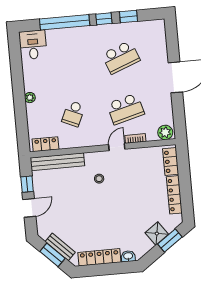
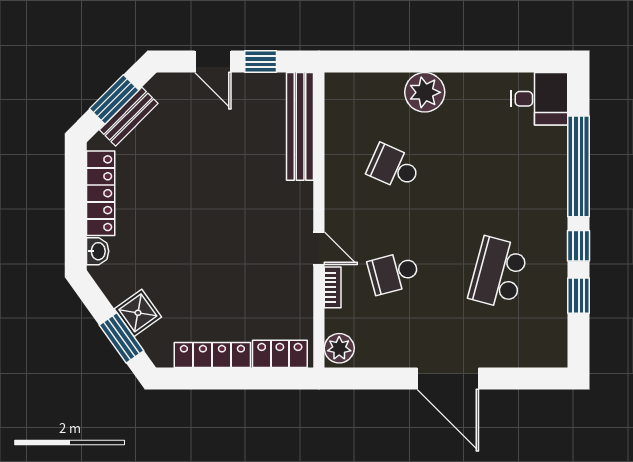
school desk: (121, 57) -> (498, 273), turned 36
plant: (30, 98) -> (425, 92), width x1.87, depth x1.87
school desk: (126, 109) -> (394, 273), width x0.54
locker: (45, 144) -> (337, 106), removed
stool: (99, 179) -> (259, 207), removed

